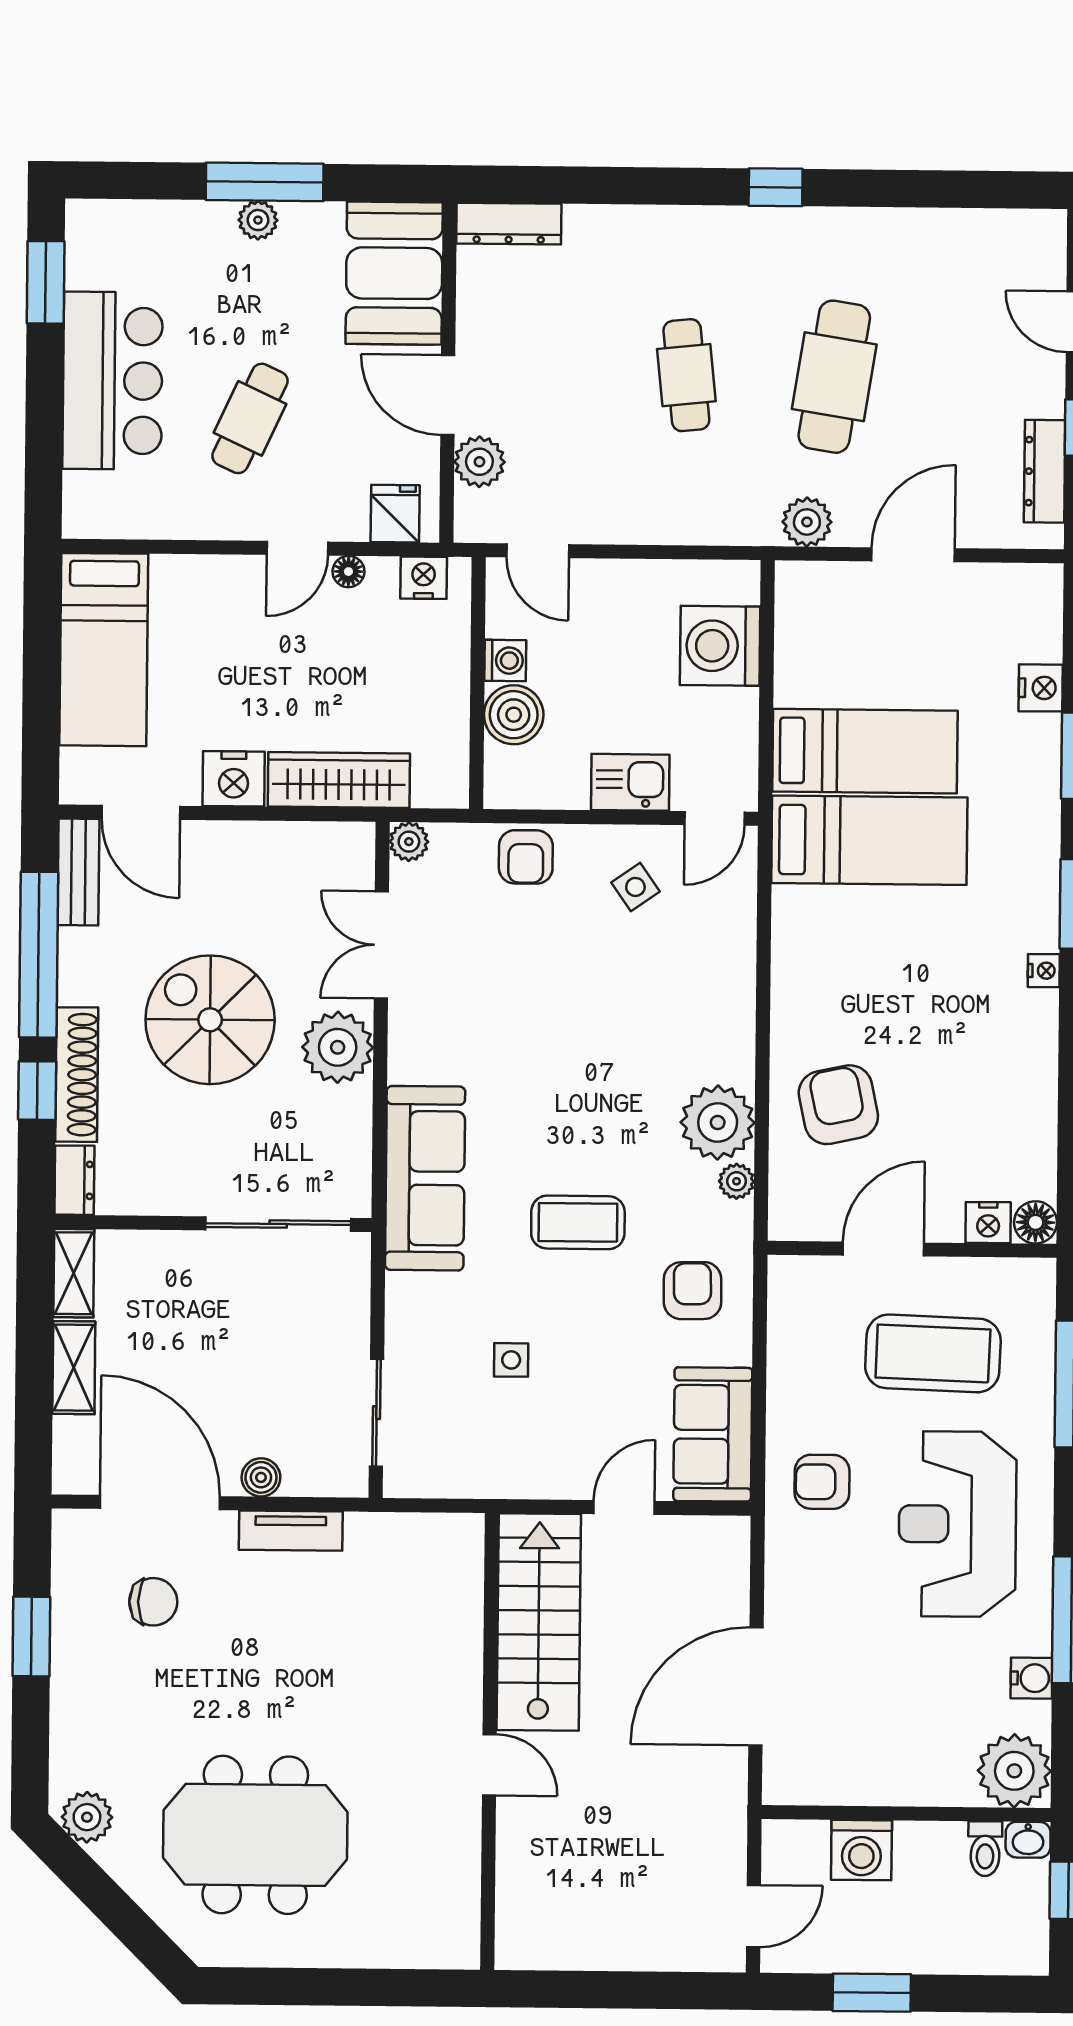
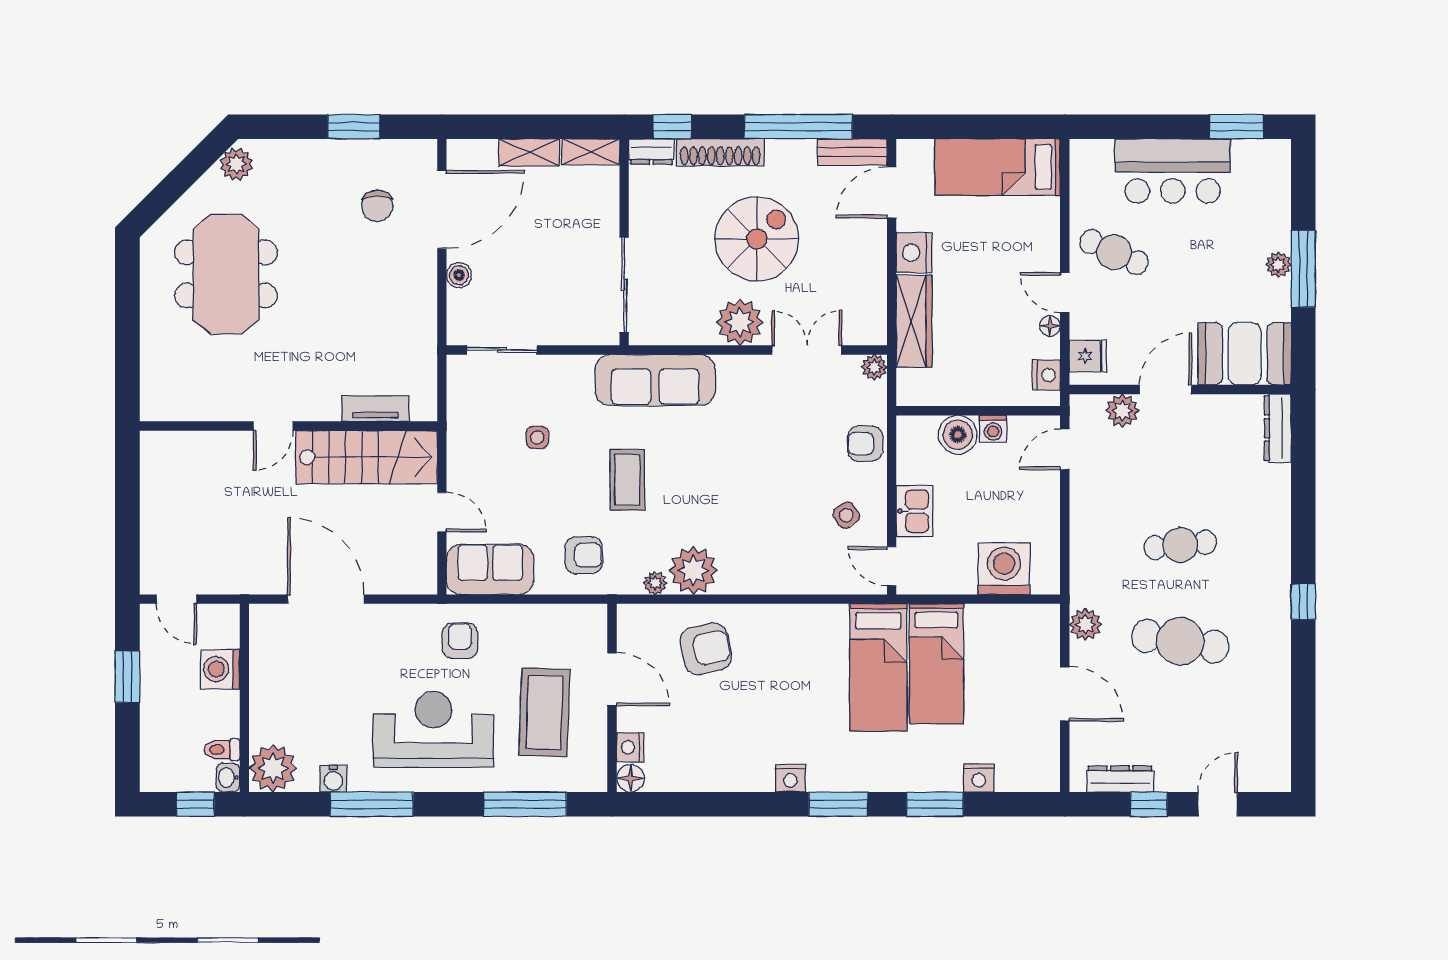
cafe table: (250, 418) -> (1114, 252), moved
nightstand: (1044, 971) -> (790, 778), width x1.39, depth x1.35
window: (37, 1091) -> (672, 127), moved
tv unit: (291, 1531) -> (375, 409), moved, turned 90

